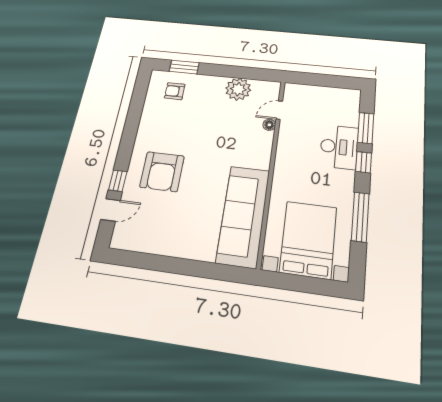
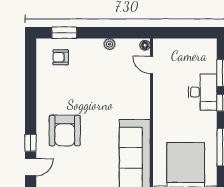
plant: (238, 89) -> (110, 44), width x0.53, depth x0.53
door: (279, 110) -> (152, 65), hinge flipped
floor lamp: (269, 125) -> (145, 45), moved

